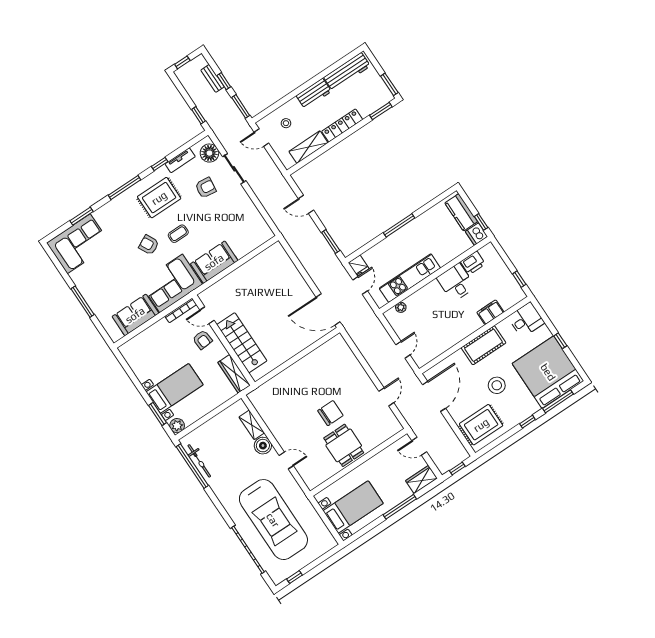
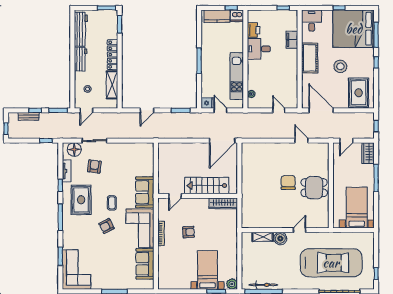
door: (207, 315) -> (175, 196), moved
wall: (223, 340) -> (198, 196), moved
stairs: (242, 343) -> (207, 186), moved
wardrobe: (234, 374) -> (223, 203), moved

